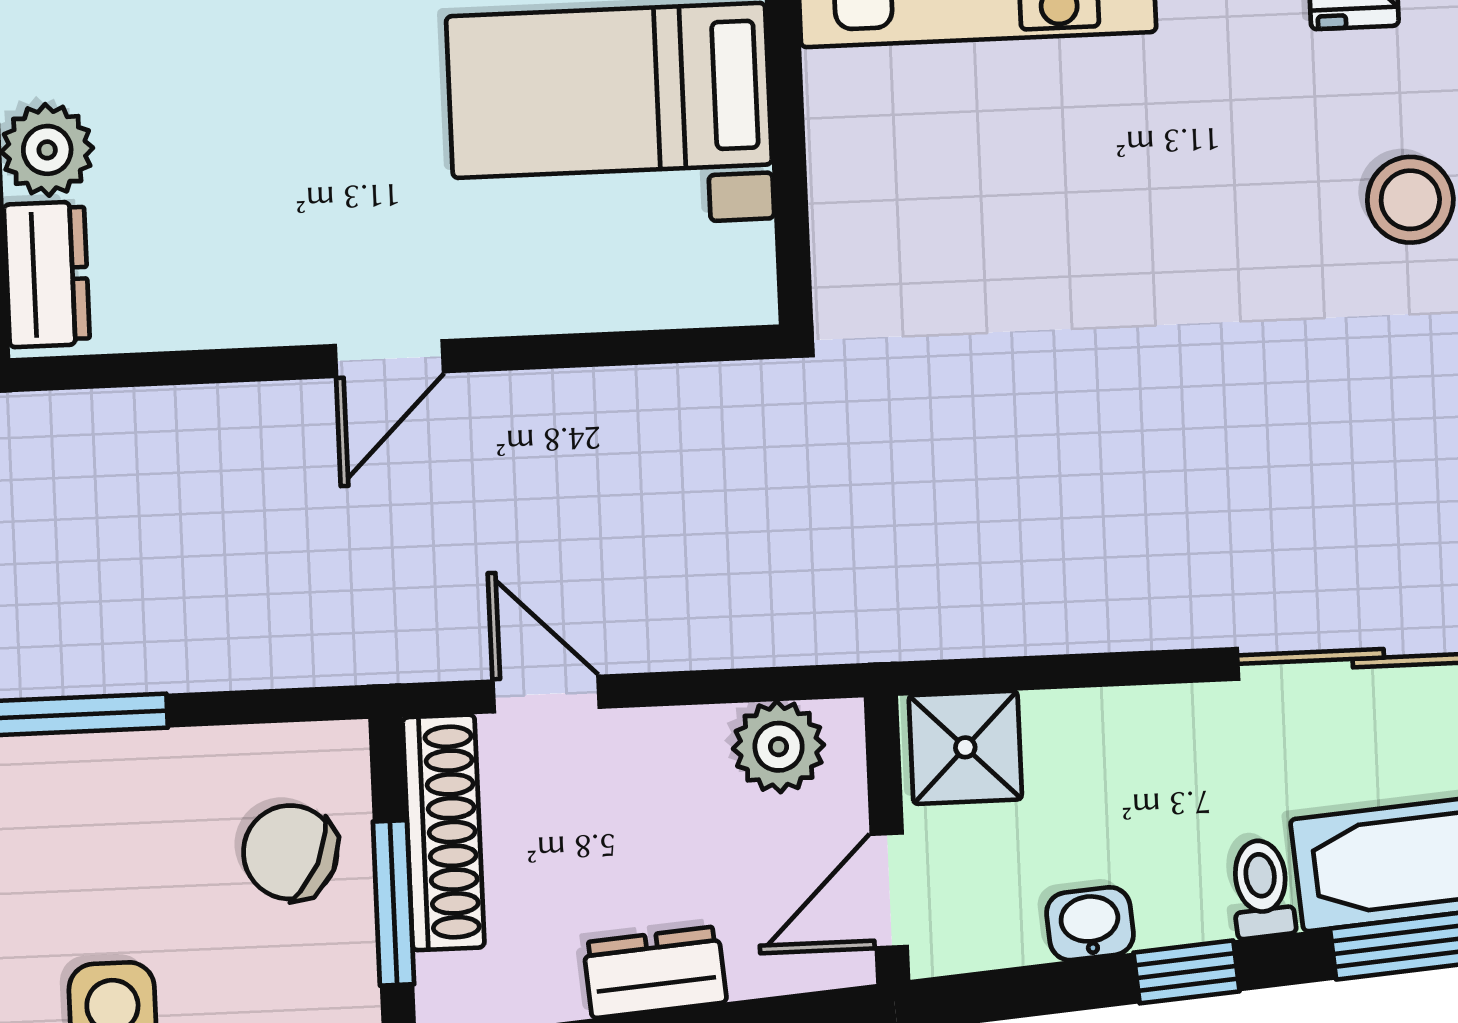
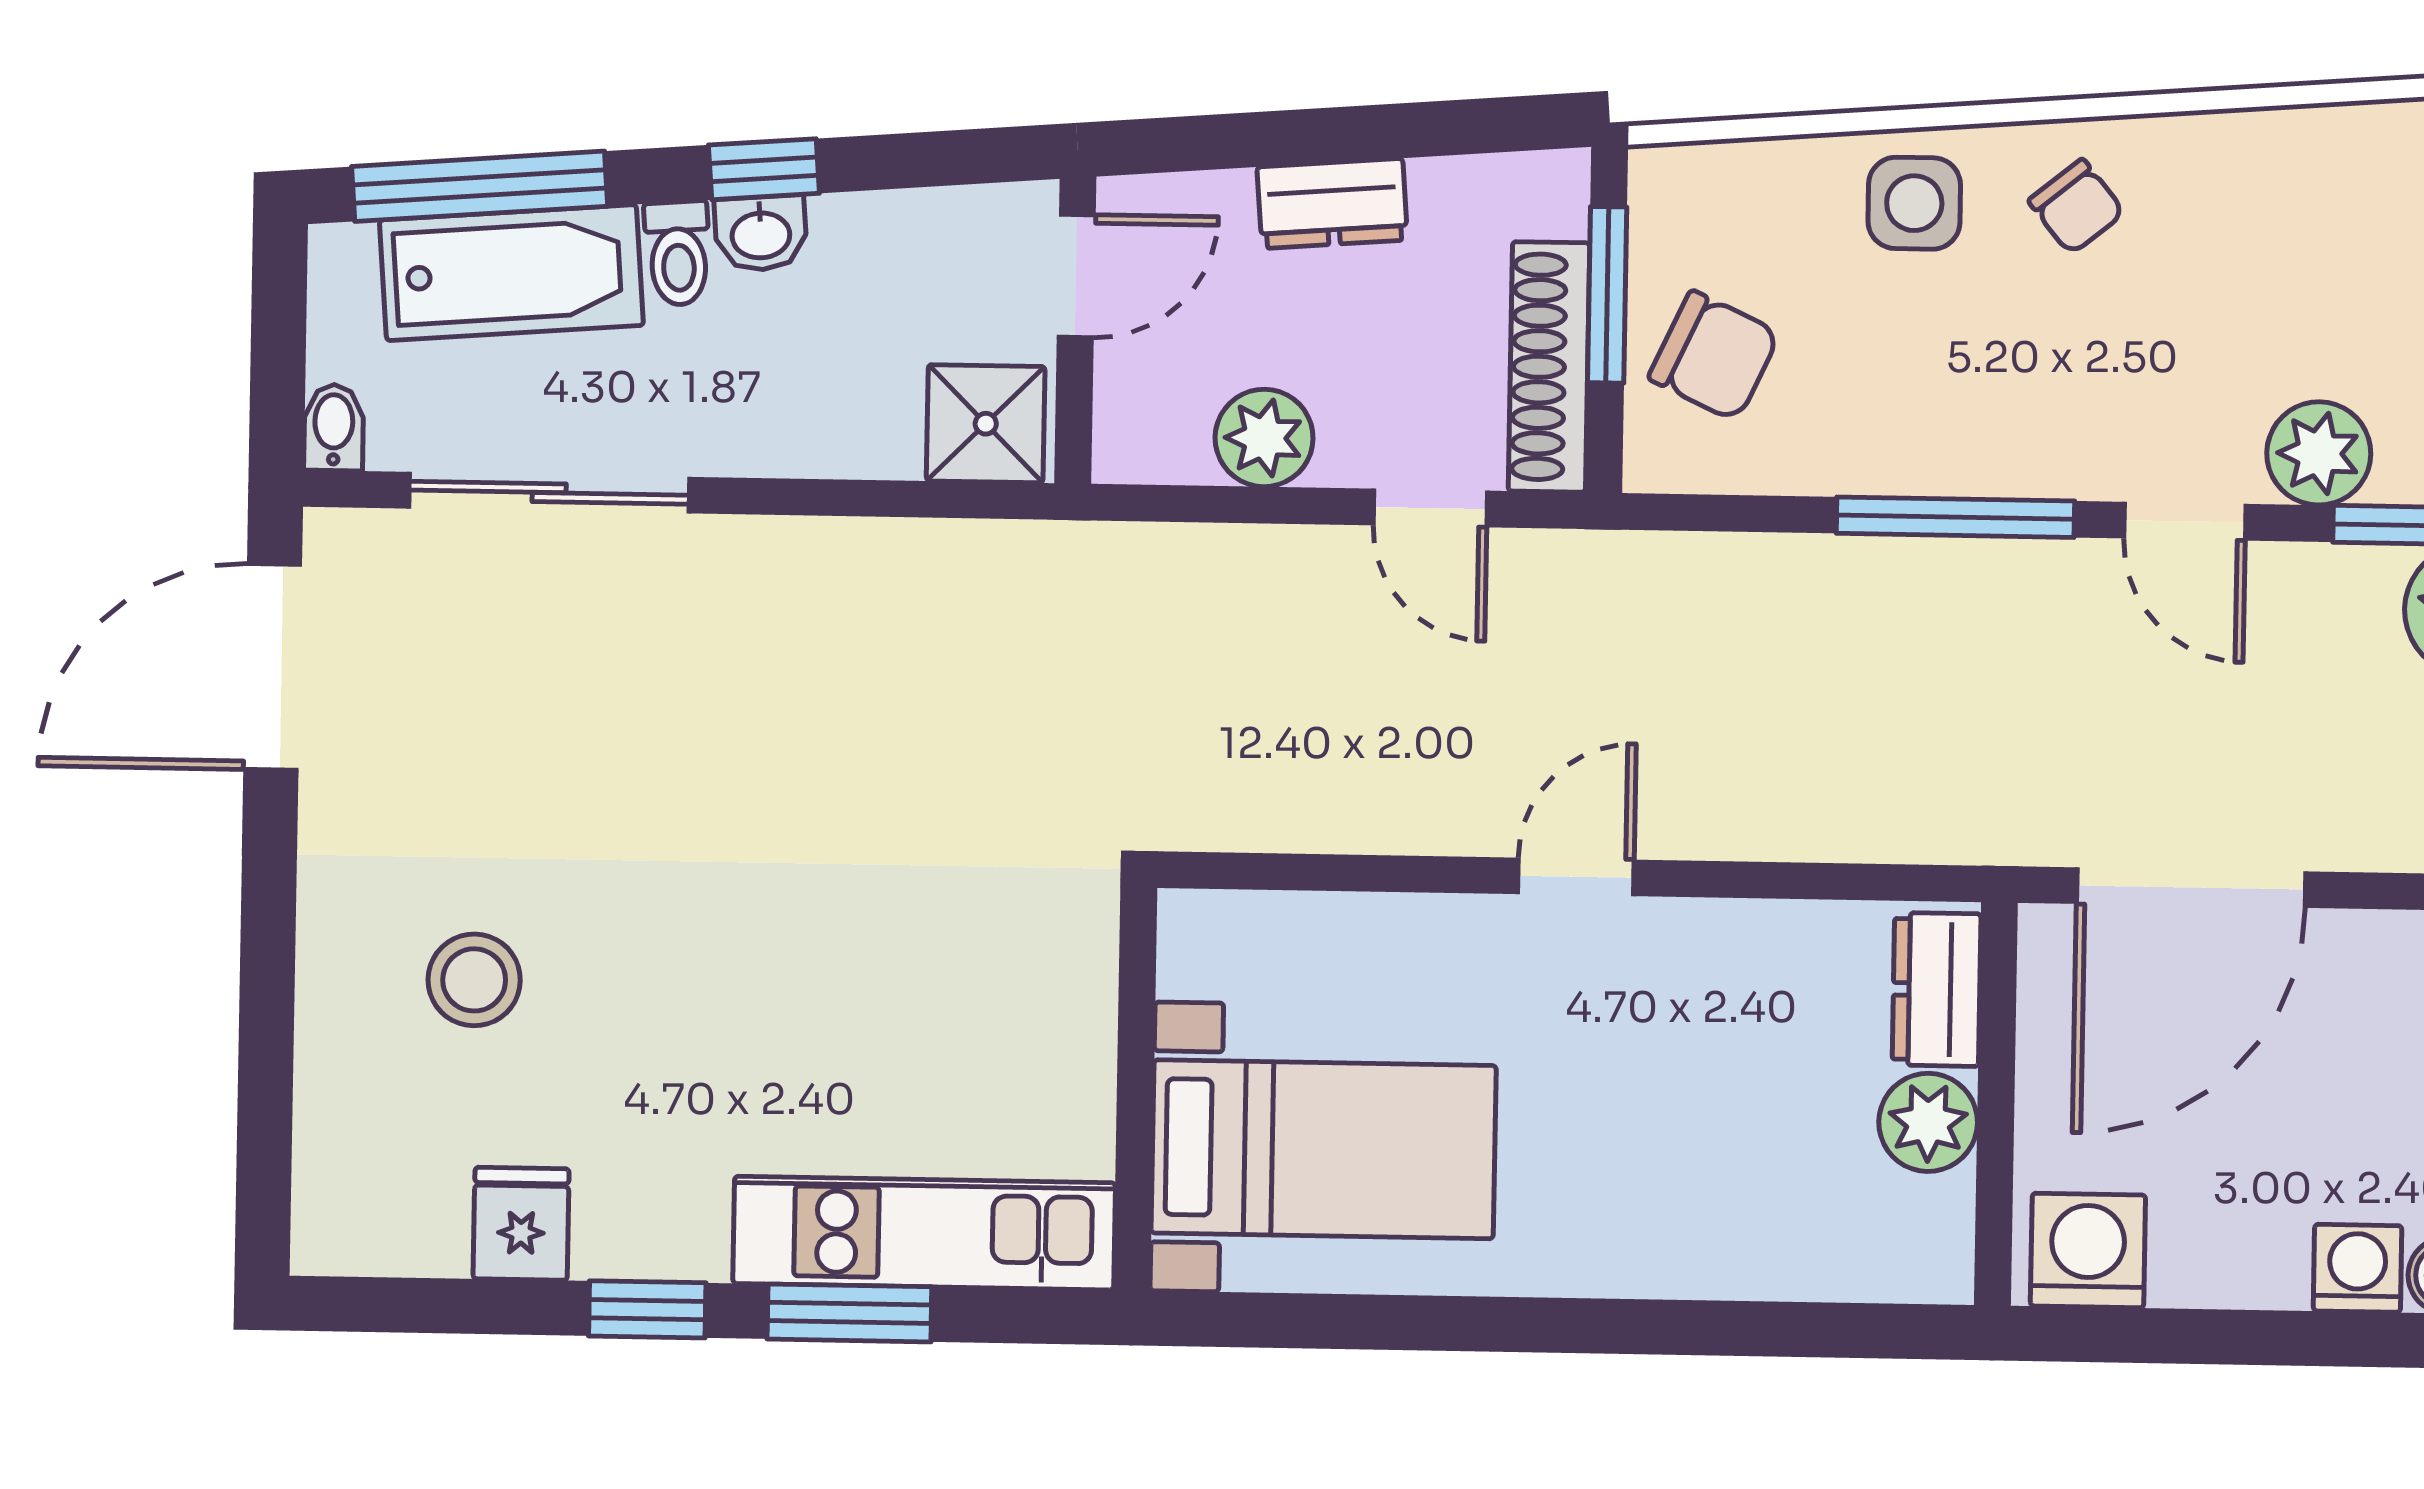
plant: (779, 747) -> (1264, 438), moved
washbasin: (1090, 924) -> (761, 233), moved

